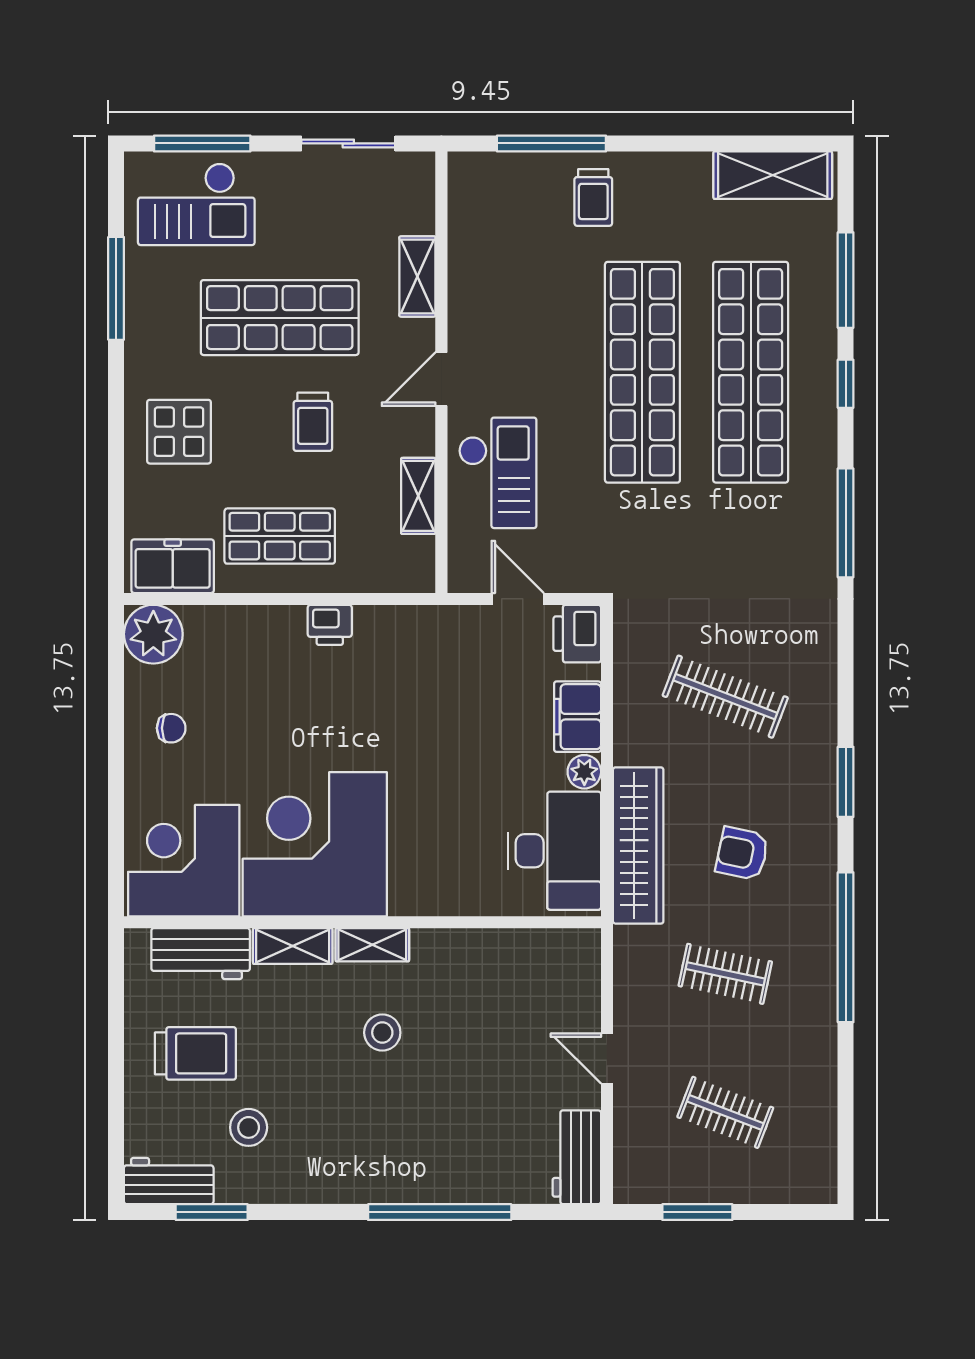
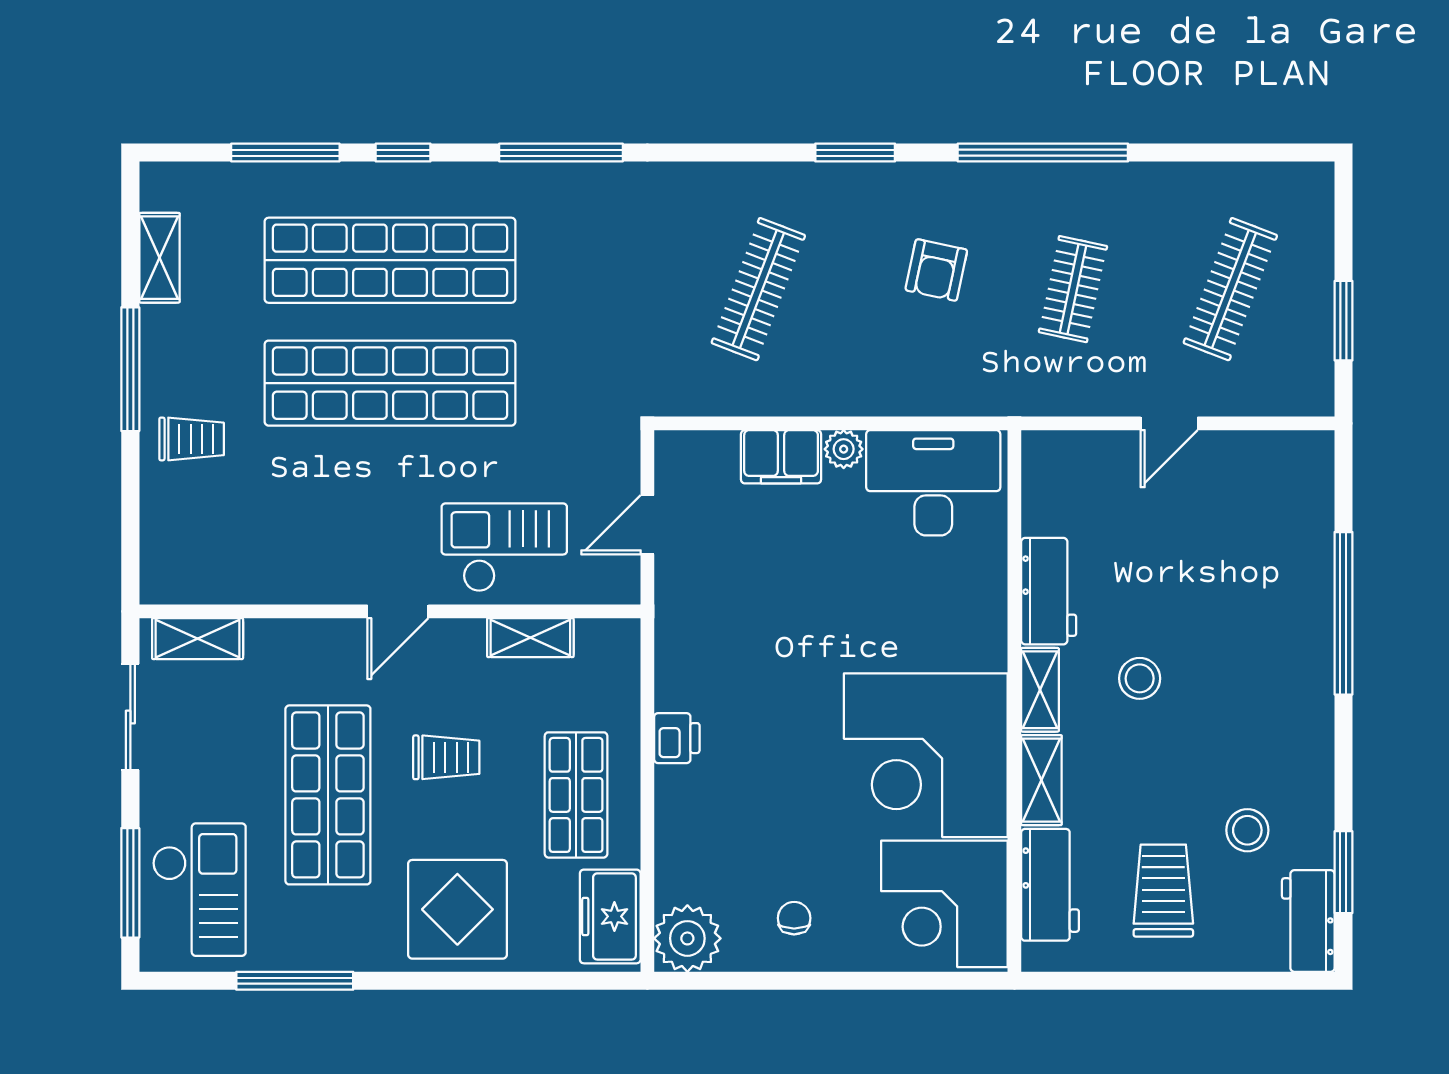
window: (551, 143) -> (130, 369), moved
shelving: (773, 175) -> (159, 258), width x0.67, depth x0.75
shelving: (417, 276) -> (198, 639), moved
door: (441, 379) -> (398, 611), hinge flipped
display table: (179, 432) -> (457, 909), width x1.36, depth x1.36
printer: (577, 634) -> (687, 457), removed
wardrobe: (638, 845) -> (927, 388), removed
clothes rail: (725, 1112) -> (1230, 289), width x1.36
workbench: (577, 1157) -> (1049, 591), moved, turned -90

